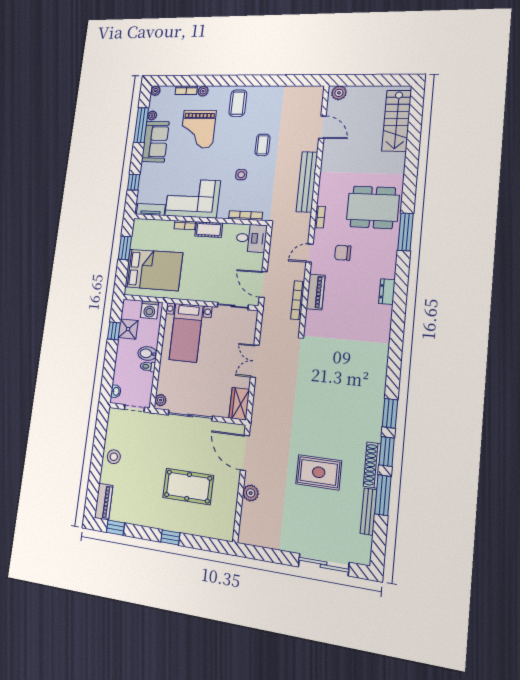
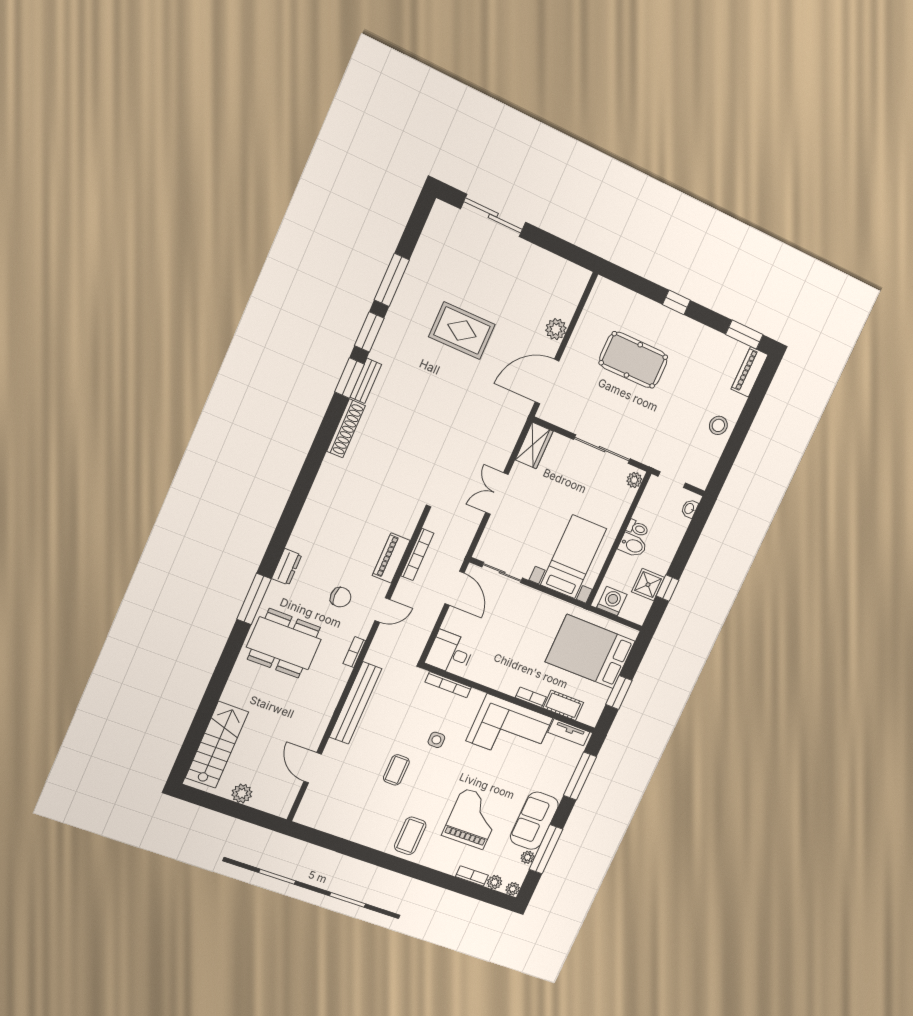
plant: (203, 91) -> (495, 882), moved
plant: (339, 93) -> (242, 793), moved
window: (134, 182) -> (580, 776), width x2.17
cot: (209, 230) -> (563, 705), moved
dresser: (387, 292) -> (287, 567), moved
double door: (255, 361) -> (497, 494), swing flipped
door: (245, 453) -> (547, 381), swing flipped
shoe rack: (372, 465) -> (346, 428), moved
bench: (369, 512) -> (366, 381), moved, width x0.73
window: (115, 528) -> (744, 335), width x1.50

